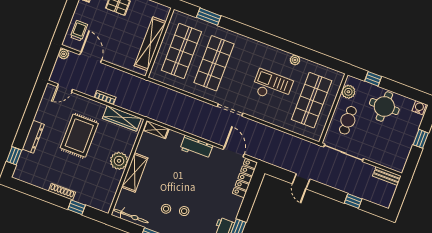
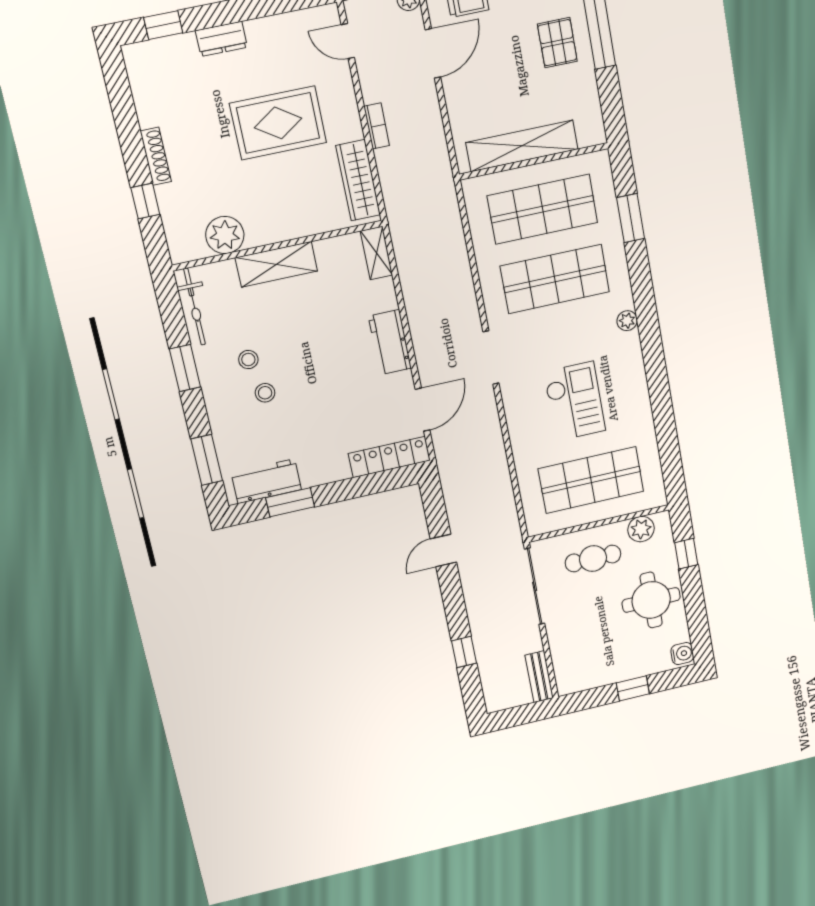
plant: (295, 60) -> (627, 321), moved
dresser: (33, 137) -> (221, 39), width x0.70
plant: (119, 161) -> (225, 235), moved

